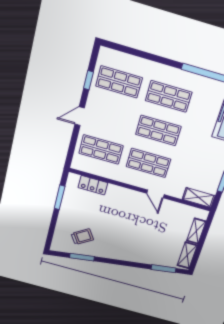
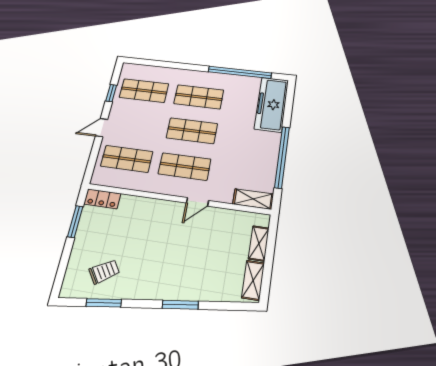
locker: (93, 185) -> (102, 199), moved
door: (155, 194) -> (197, 202), hinge flipped
window: (164, 269) -> (180, 305), moved

